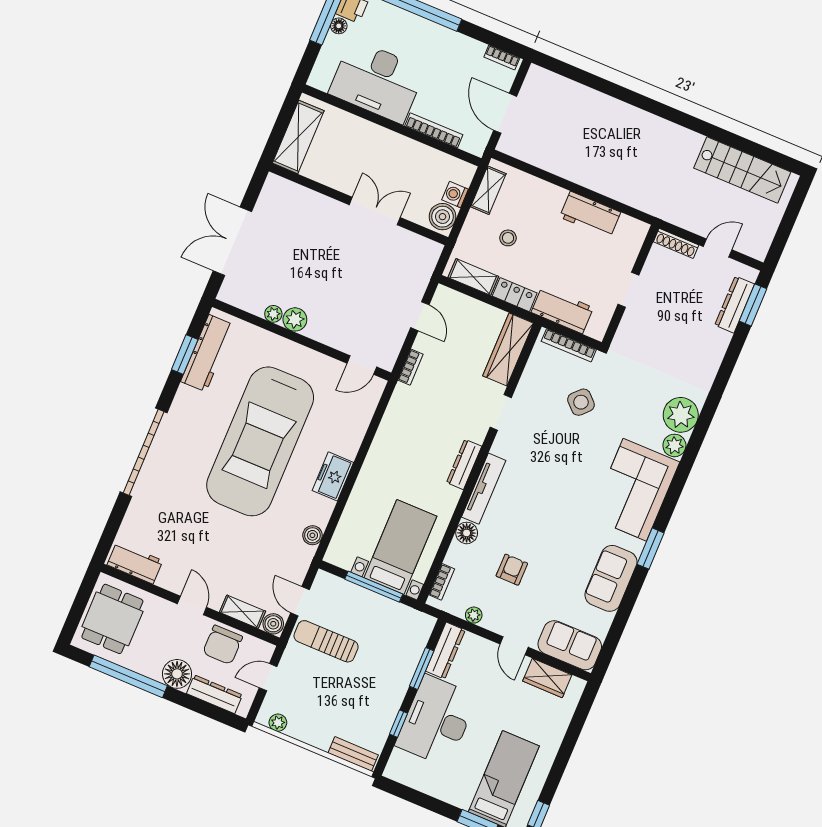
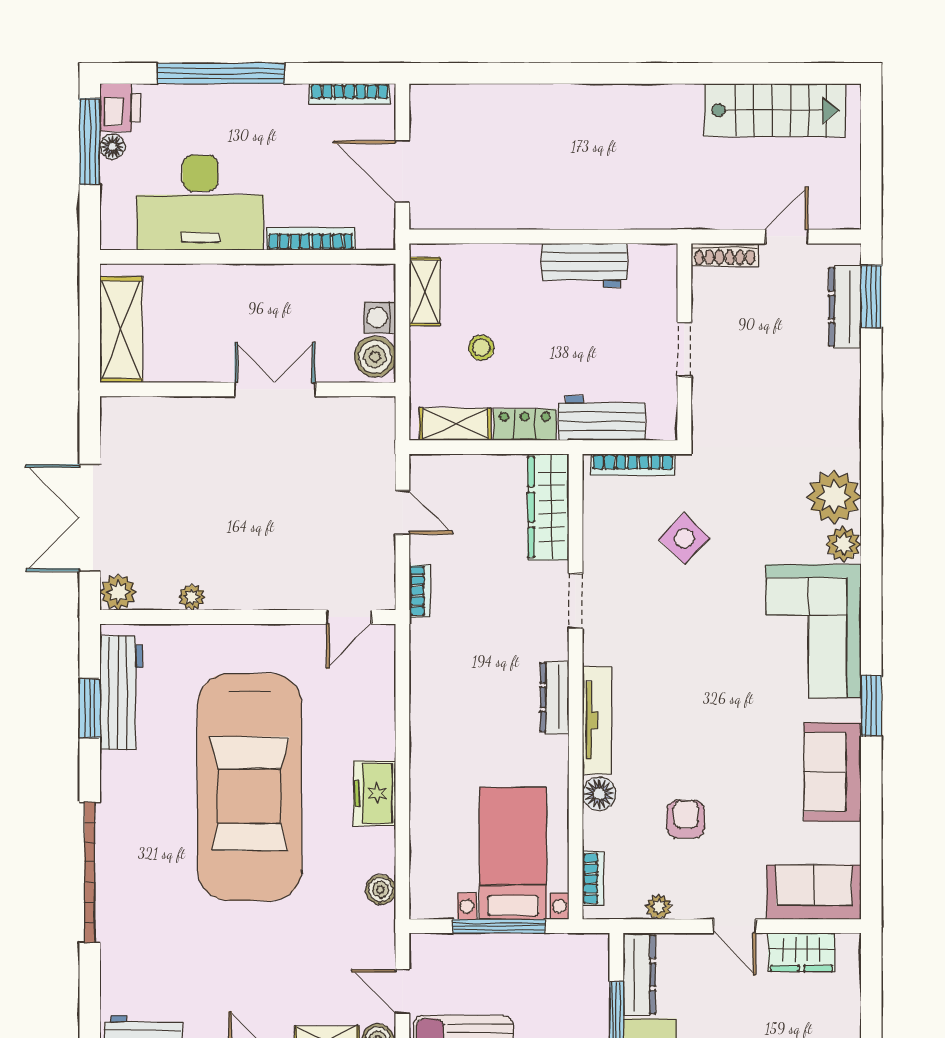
bookcase: (502, 58) -> (350, 94), width x1.56
plant: (295, 319) -> (118, 592), moved

